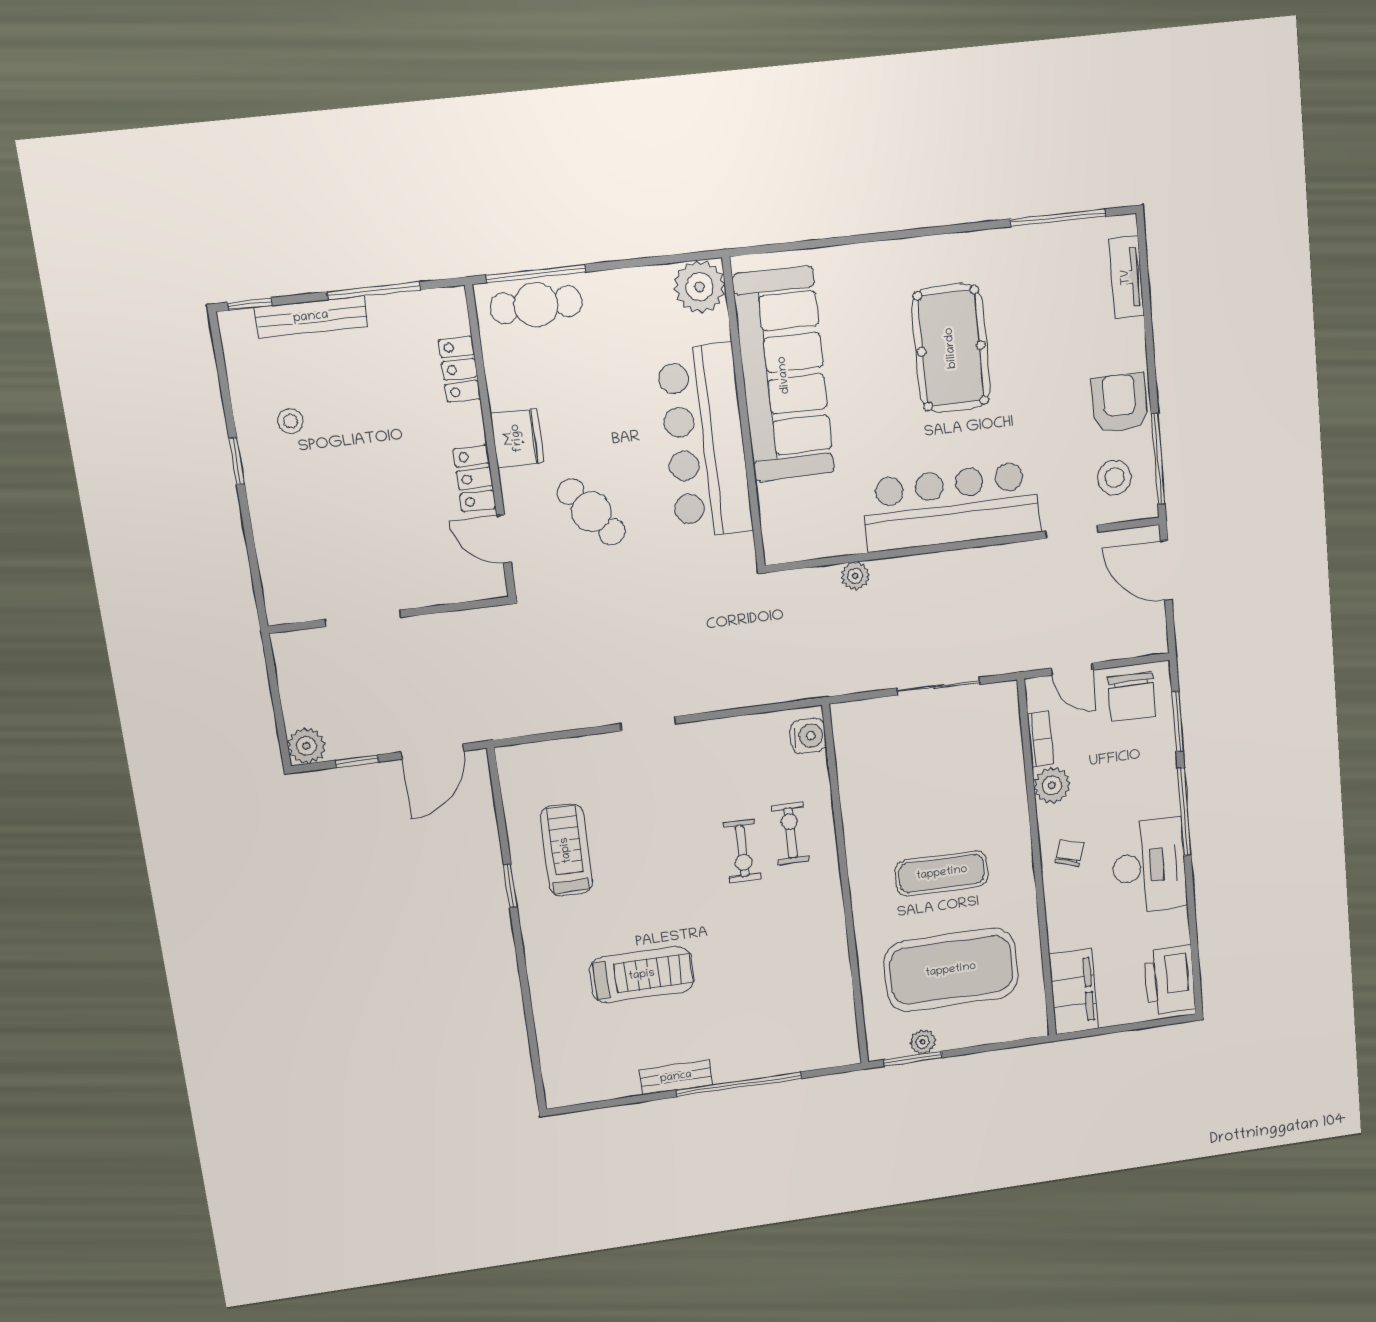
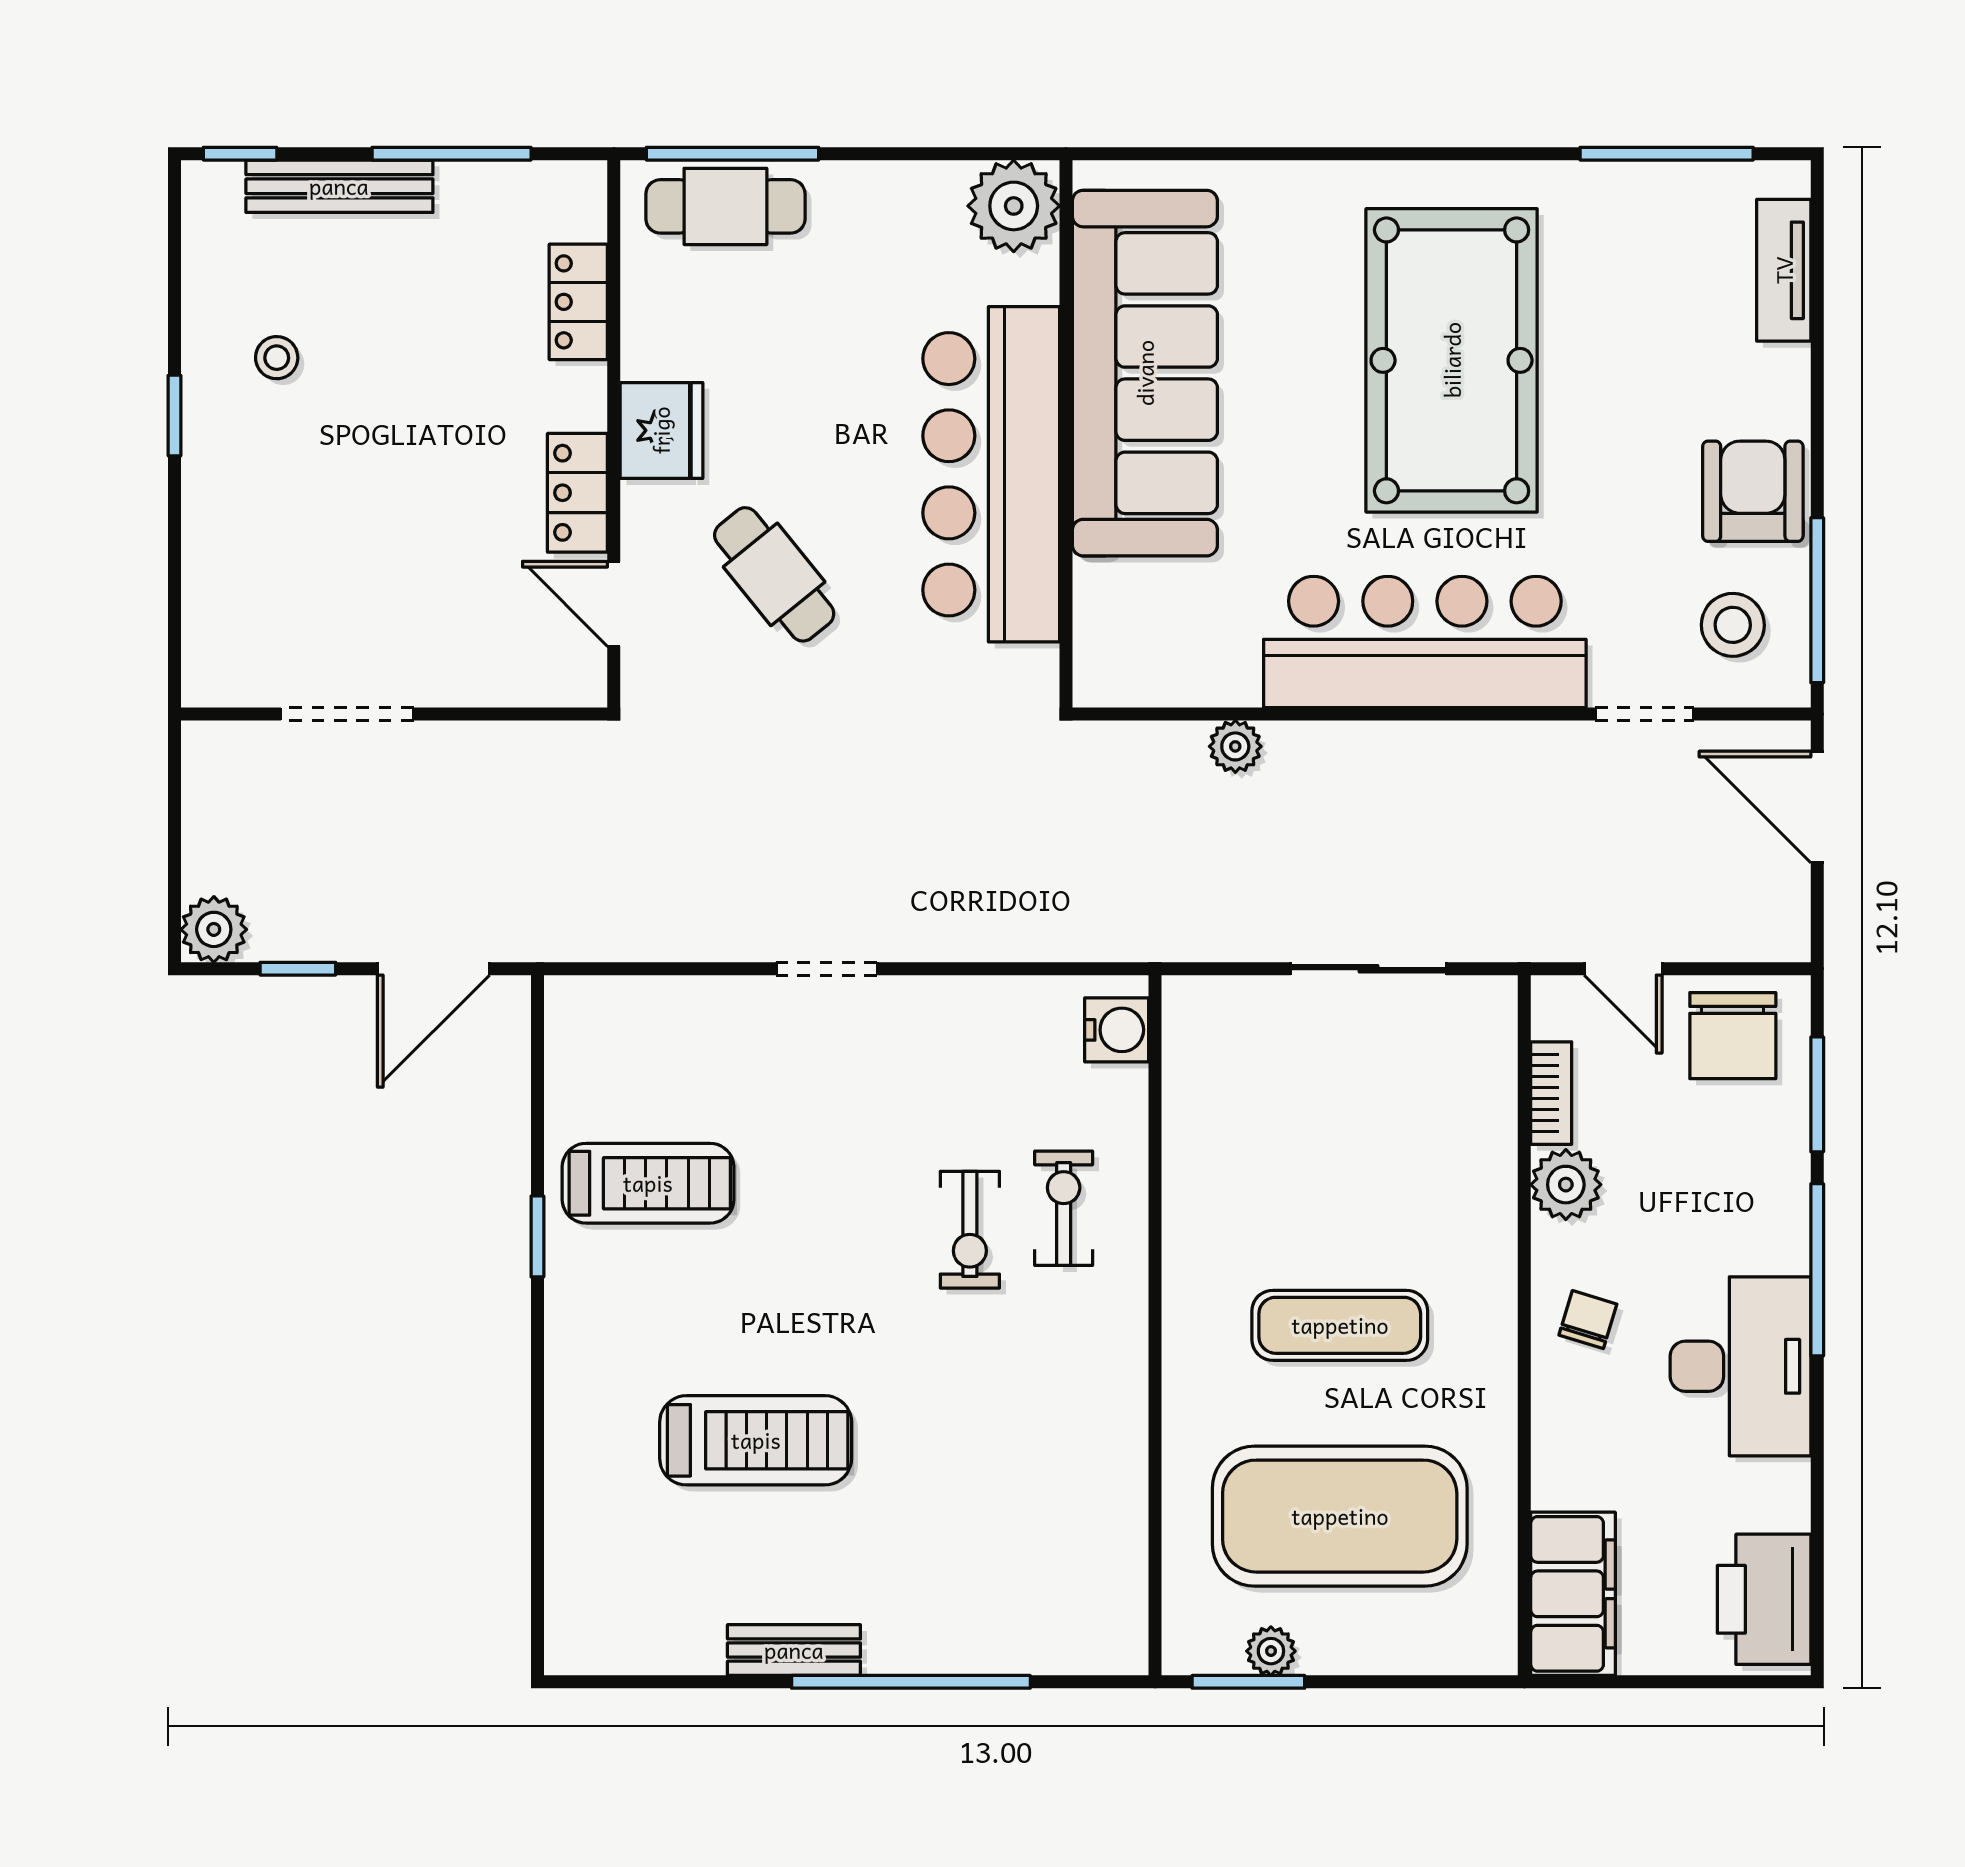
pool table: (951, 348) -> (1452, 360), width x1.36, depth x1.32
treadmill: (566, 850) -> (648, 1183), turned 90

